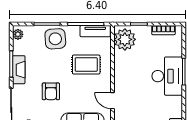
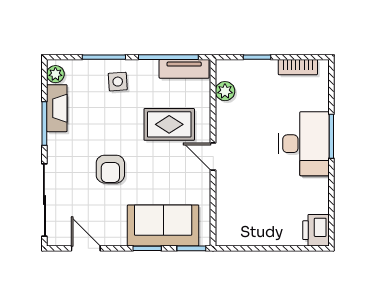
side table: (55, 39) -> (118, 82), width x0.54, depth x0.54
plant: (125, 39) -> (225, 91), width x0.53, depth x0.53
fireplace: (19, 70) -> (57, 108), moved
door: (113, 101) -> (213, 157), moved

